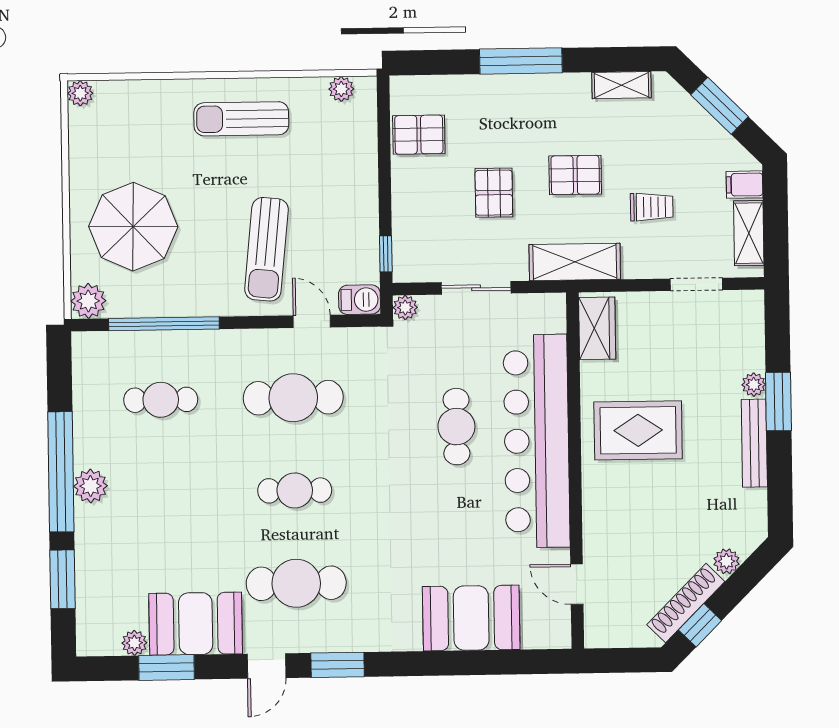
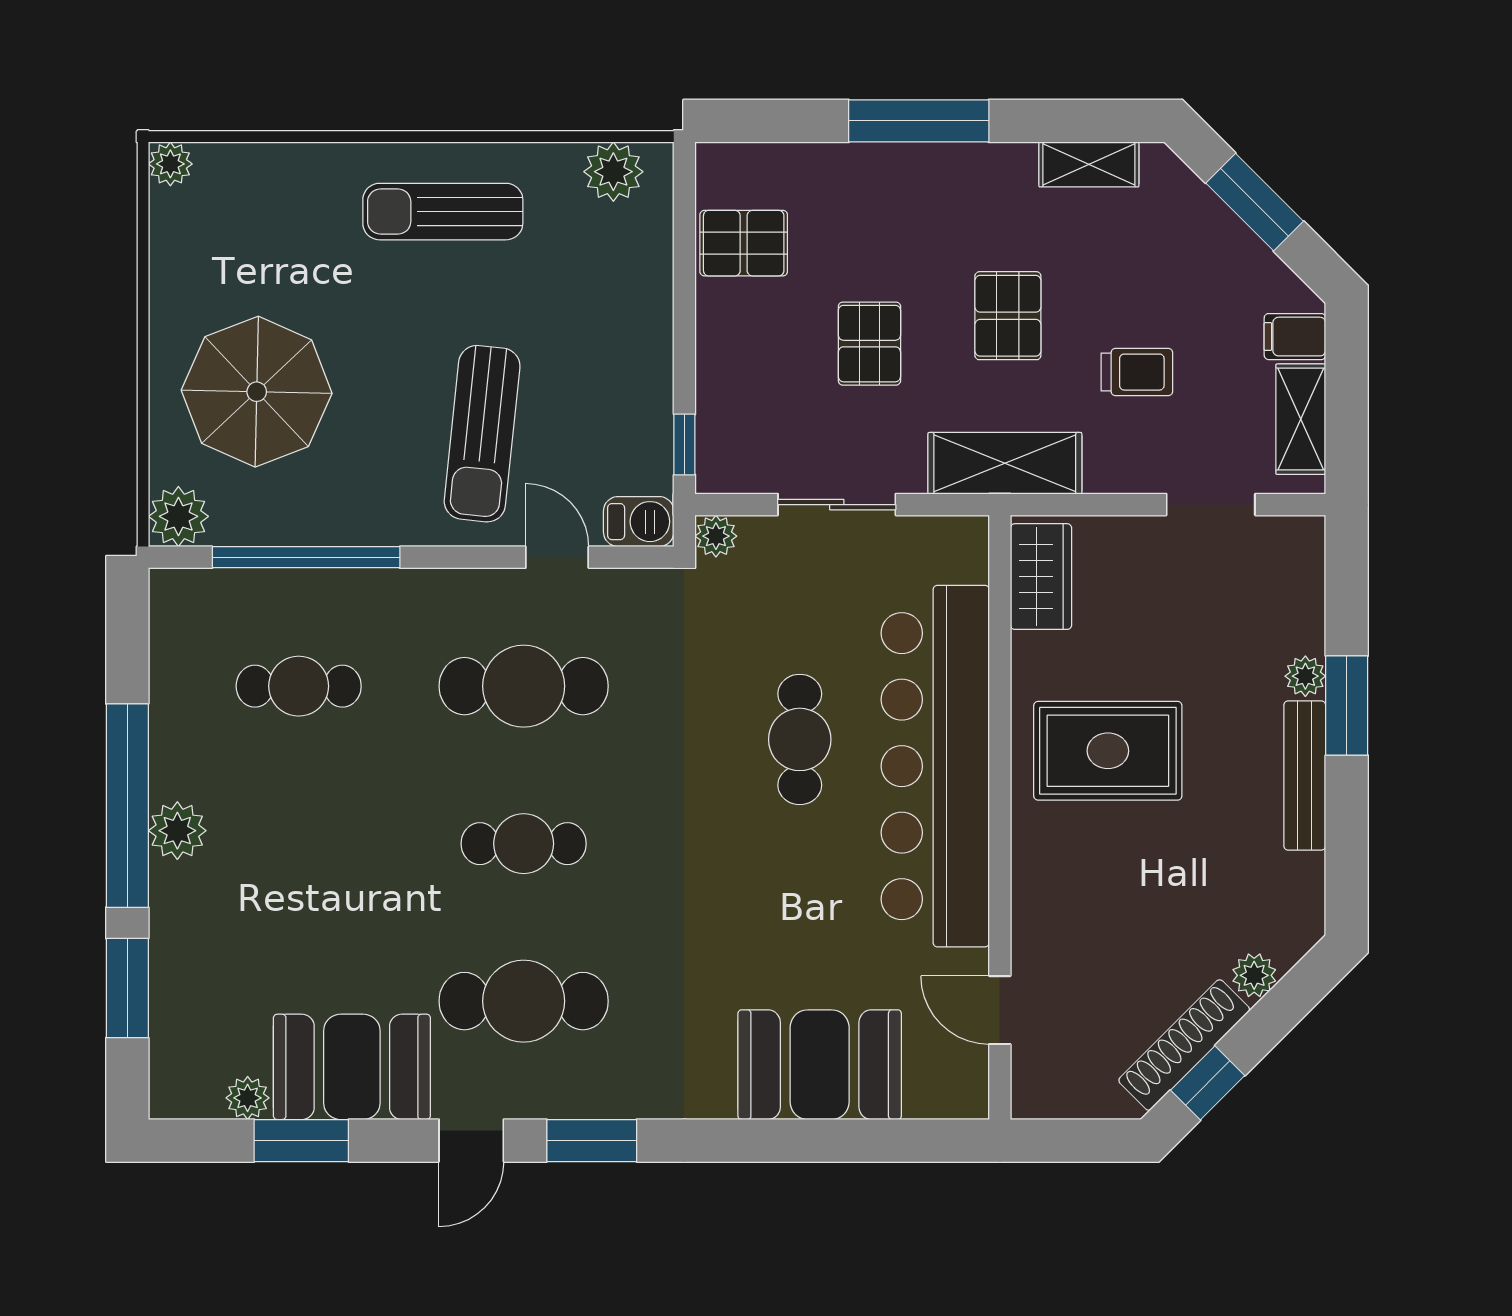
plant: (341, 89) -> (613, 172), width x1.38, depth x1.38
pallet: (575, 175) -> (1008, 316), turned 90

